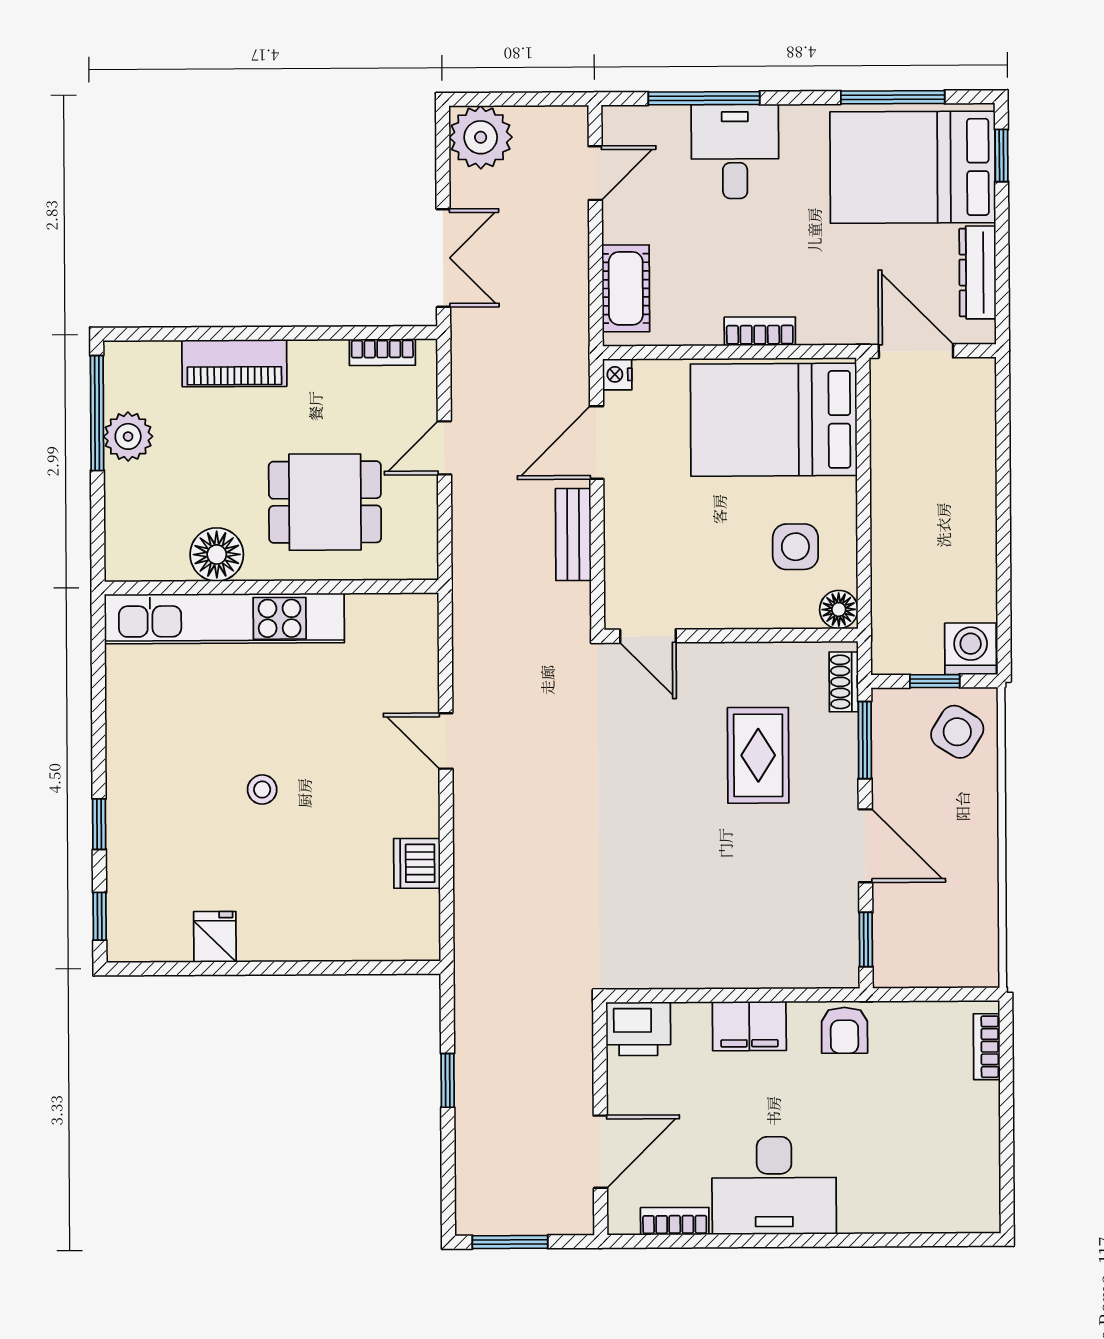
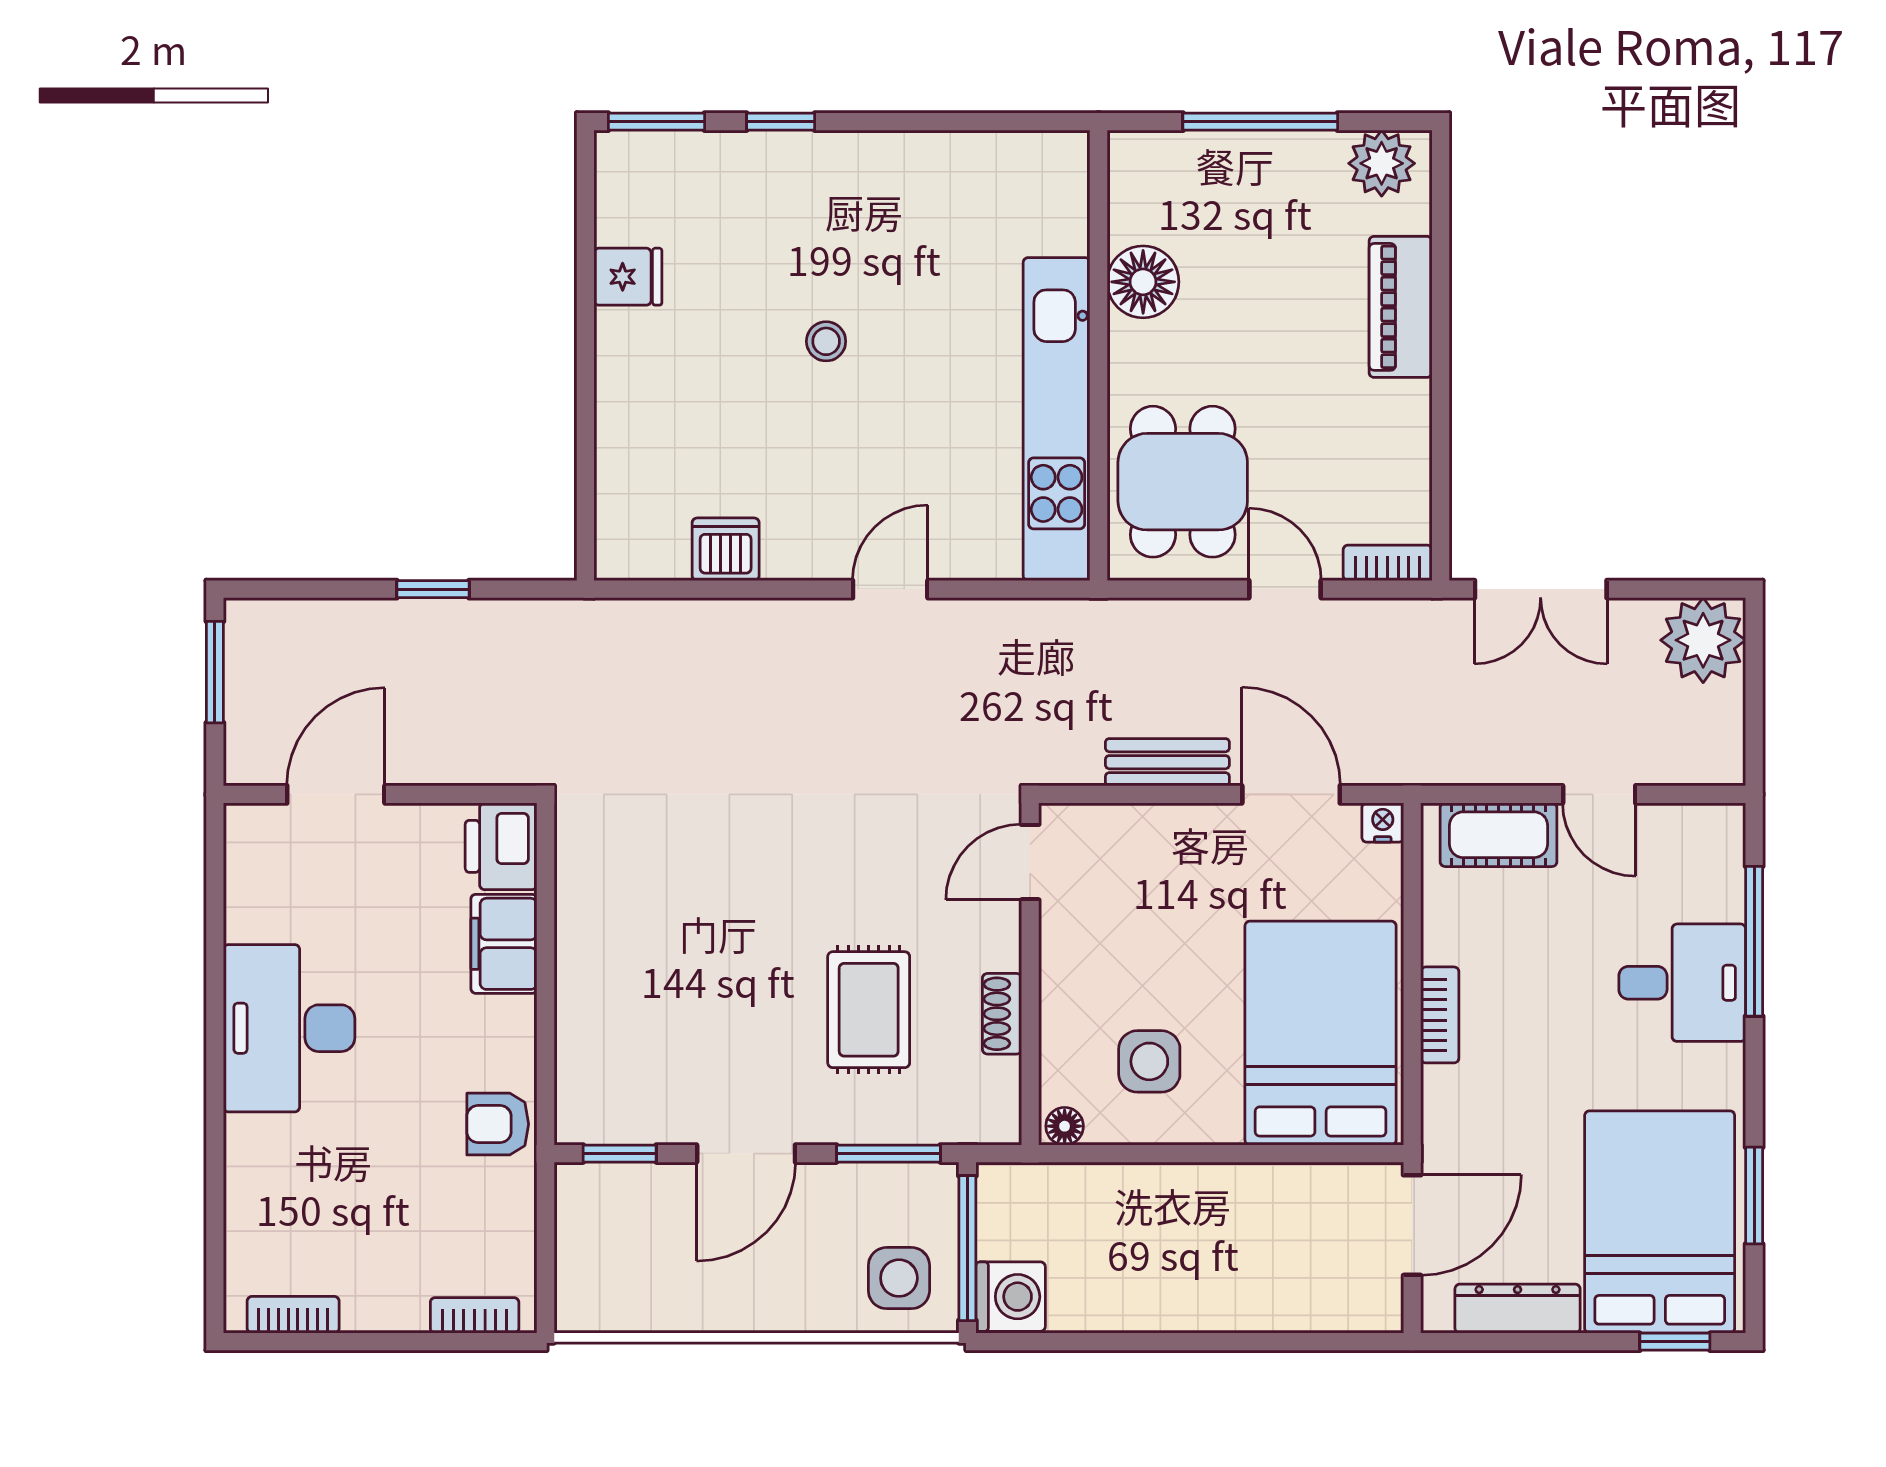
window: (893, 97) -> (1754, 1196), width x0.69
door: (595, 173) -> (1599, 794), moved
bookcase: (382, 352) -> (1388, 563), moved, turned 90
window: (97, 413) -> (1260, 122), moved
plant: (128, 436) -> (1382, 163), moved
dining table: (325, 502) -> (1183, 482), moved
floor lamp: (839, 609) -> (1065, 1126), width x0.73, depth x0.73
kitchen unit: (224, 619) -> (1057, 419), moved
window: (935, 681) -> (967, 1248), width x2.17
shoe rack: (844, 682) -> (1002, 1014), moved, turned -90
side table: (957, 732) -> (899, 1278), turned -32
rug: (758, 755) -> (869, 1010), turned 90
window: (100, 916) -> (656, 122), width x1.50
filing cabinet: (749, 1026) -> (504, 944), moved
door: (600, 1152) -> (336, 794), swing flipped
bookcase: (675, 1221) -> (293, 1315), moved, turned -90

